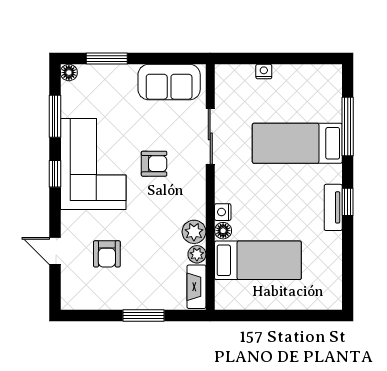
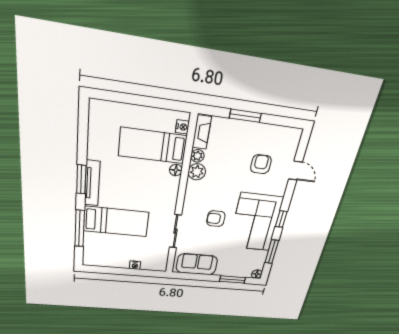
window: (348, 202) -> (81, 179), width x1.50
tv unit: (333, 207) -> (92, 183), width x1.41
nightstand: (223, 212) -> (182, 127), moved

